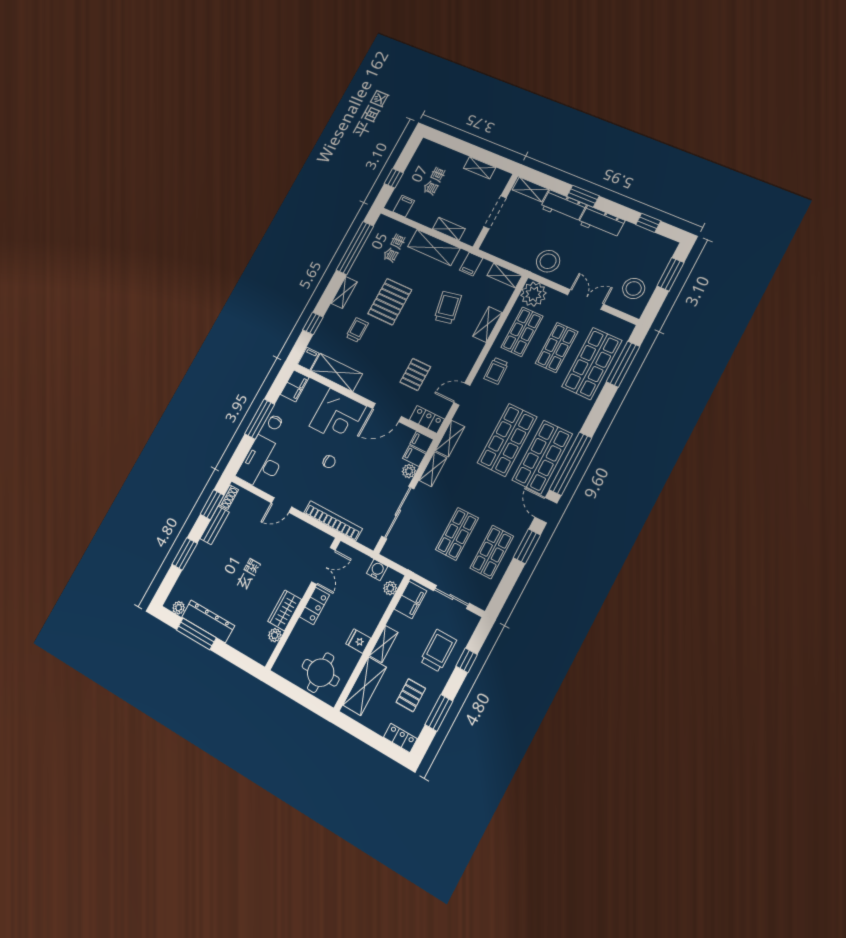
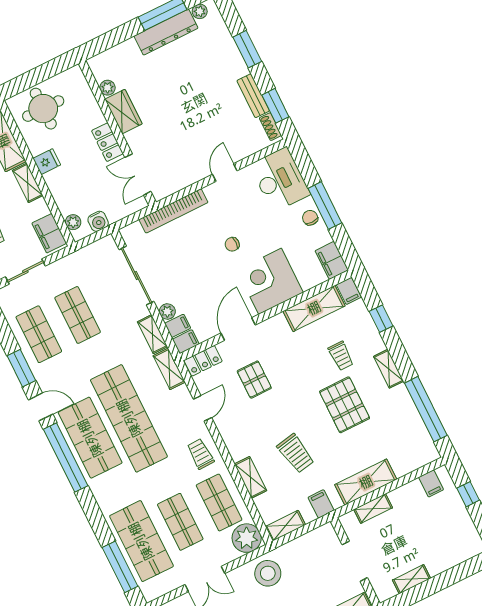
shop shelf: (507, 440) -> (129, 418), width x1.40

